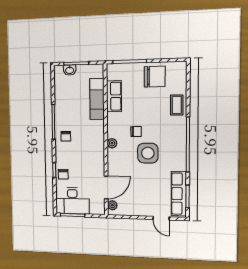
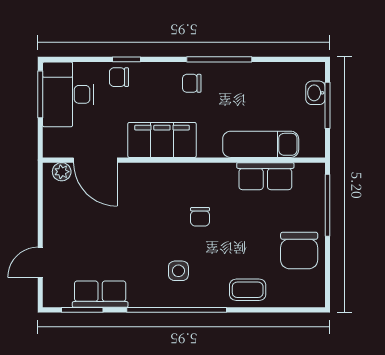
plant: (112, 143) -> (178, 172), removed
filing cabinet: (95, 152) -> (162, 140), added
side table: (148, 153) -> (178, 271), moved, width x0.54, depth x0.54
row of seats: (179, 194) -> (100, 294), width x0.68

